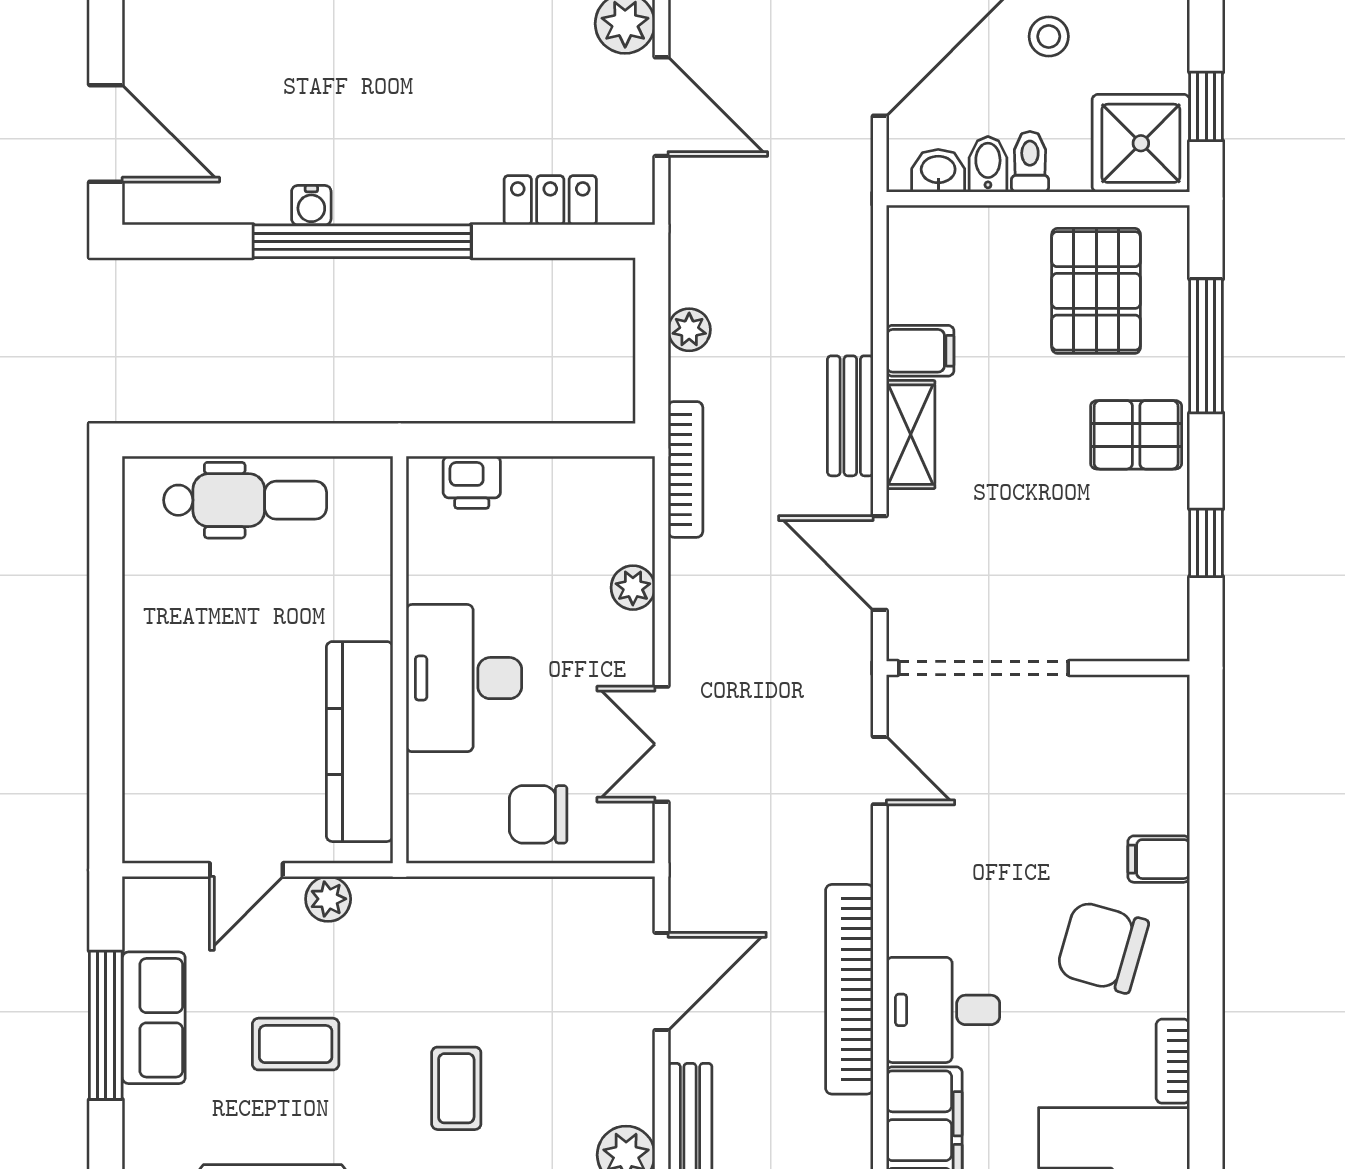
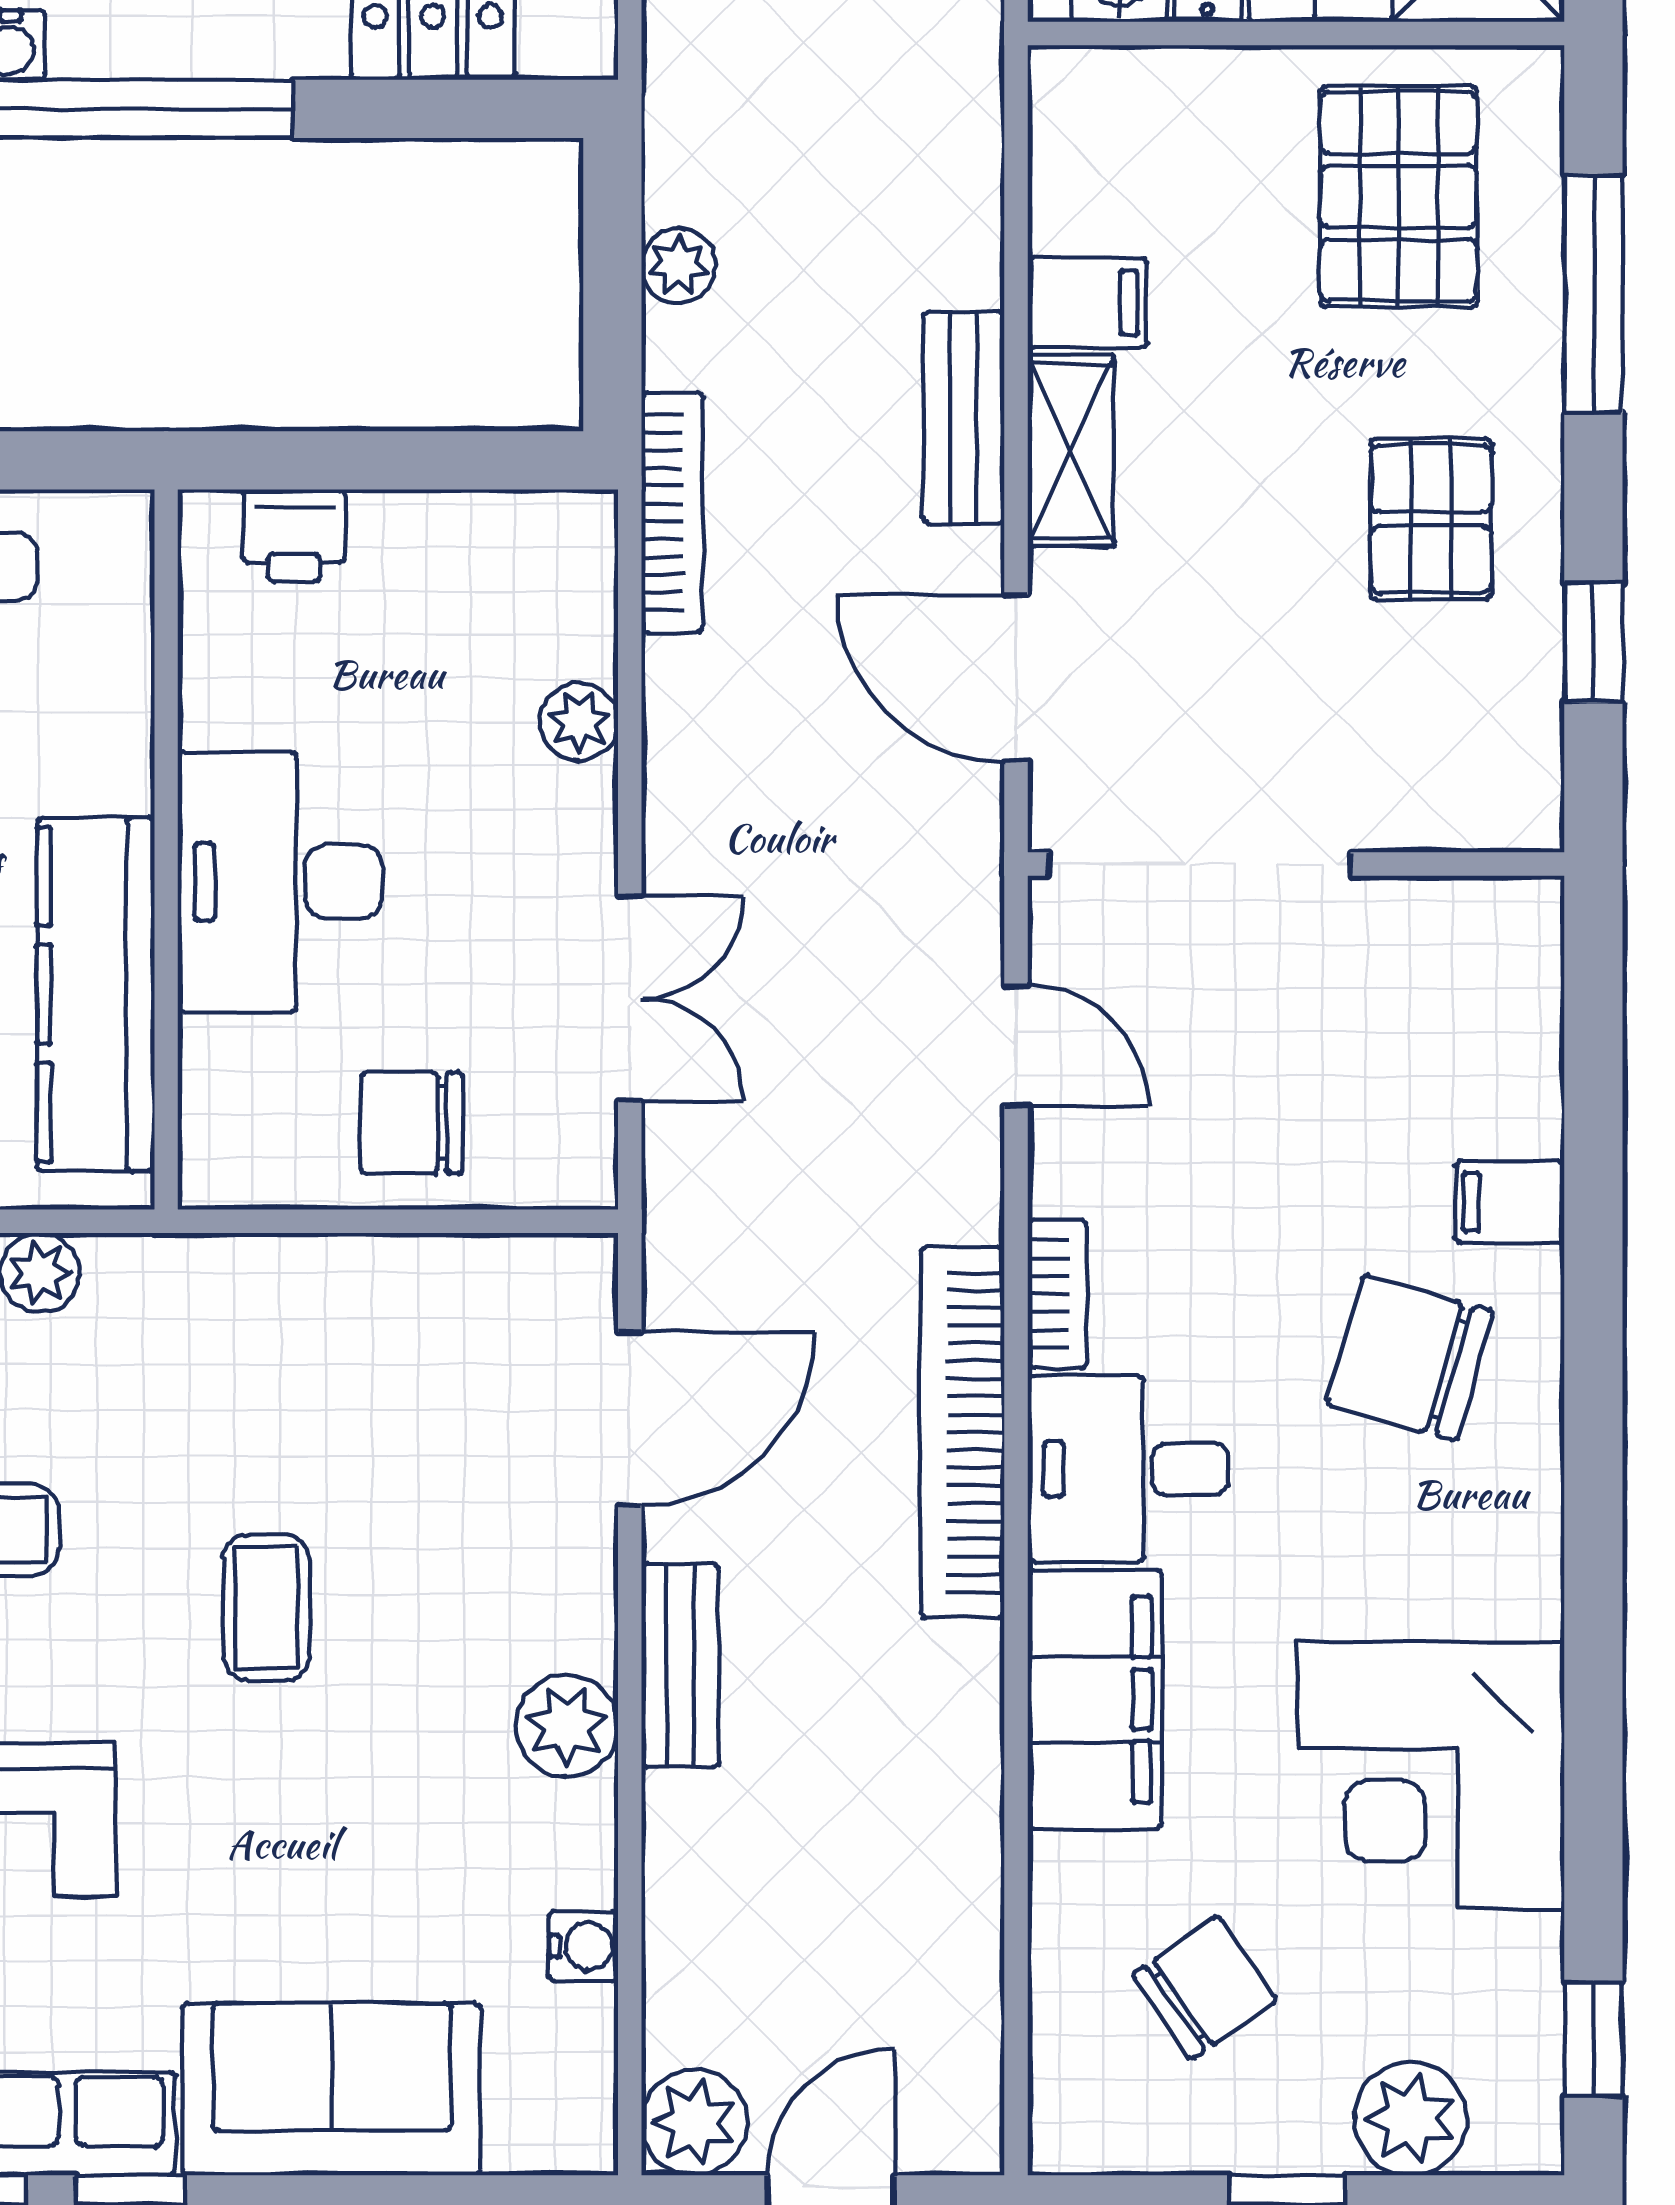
pallet: (1136, 435) -> (1431, 519), moved, turned 90
double door: (661, 744) -> (630, 999), swing flipped
bookcase: (1173, 1061) -> (1057, 1294), moved, turned 180

